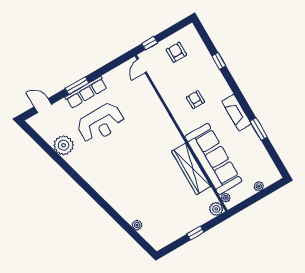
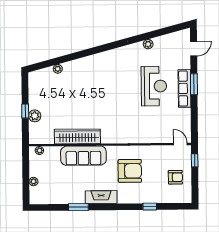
armchair: (195, 100) -> (130, 171), width x1.88, depth x1.88
reception desk: (101, 123) -> (154, 86), turned 180
plant: (64, 145) -> (148, 44), width x0.53, depth x0.53
sofa: (213, 159) -> (83, 156), width x0.74, depth x0.79
plant: (216, 209) -> (35, 116), moved

